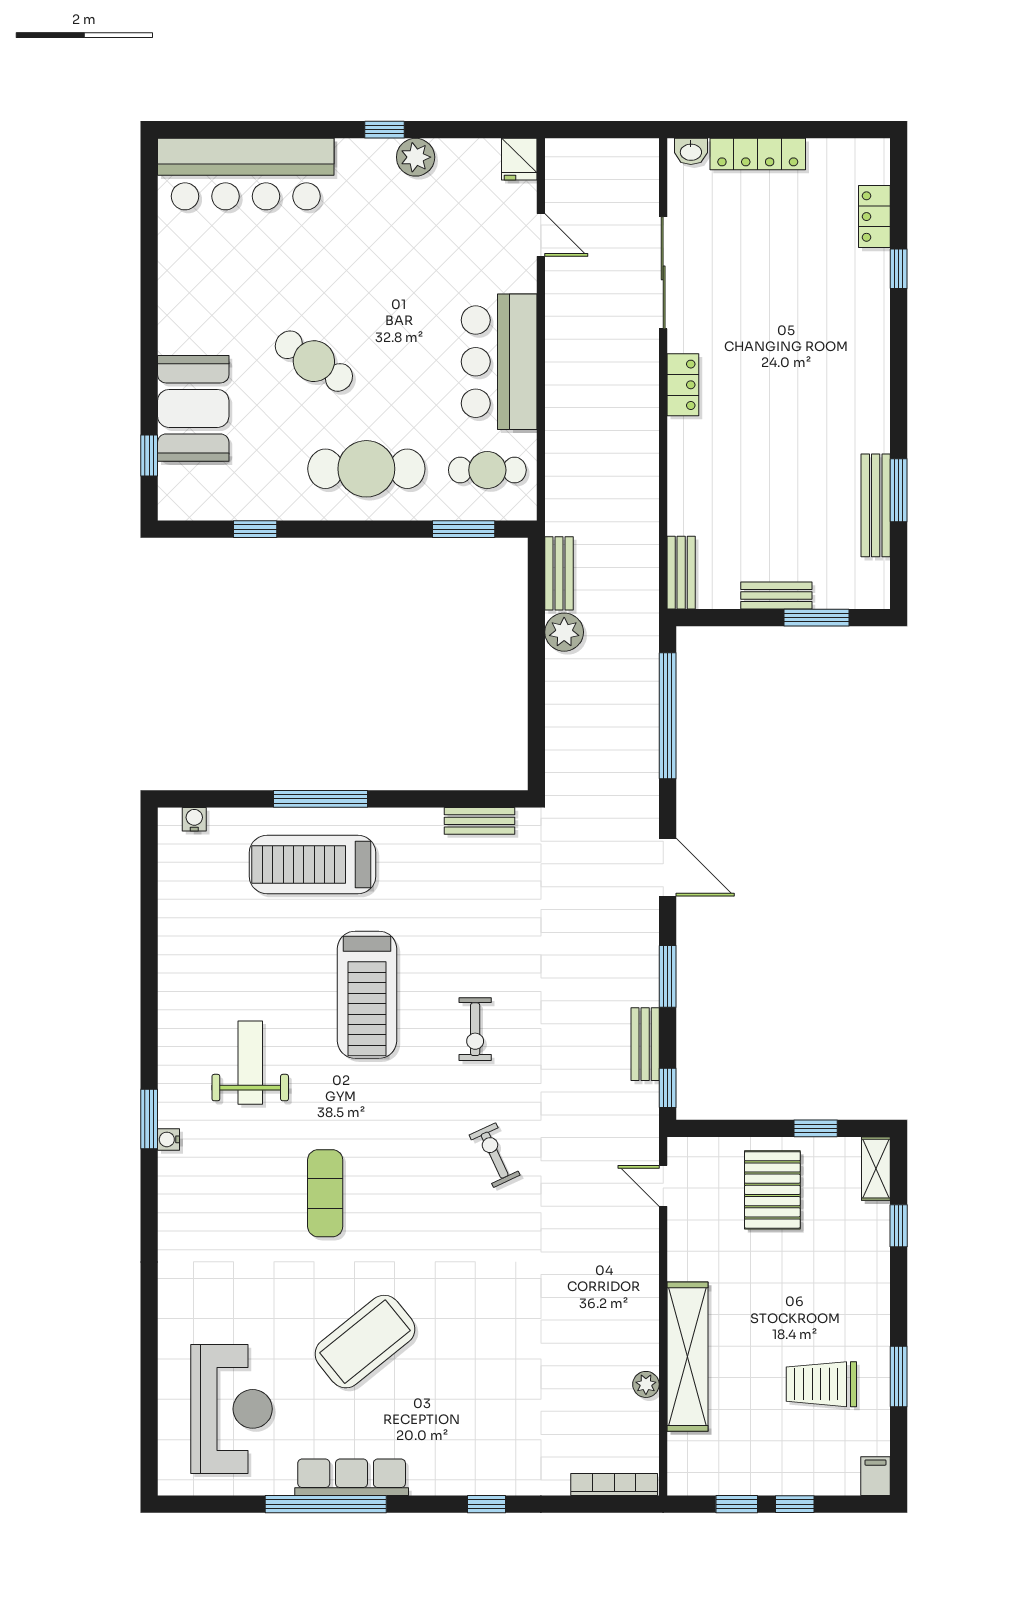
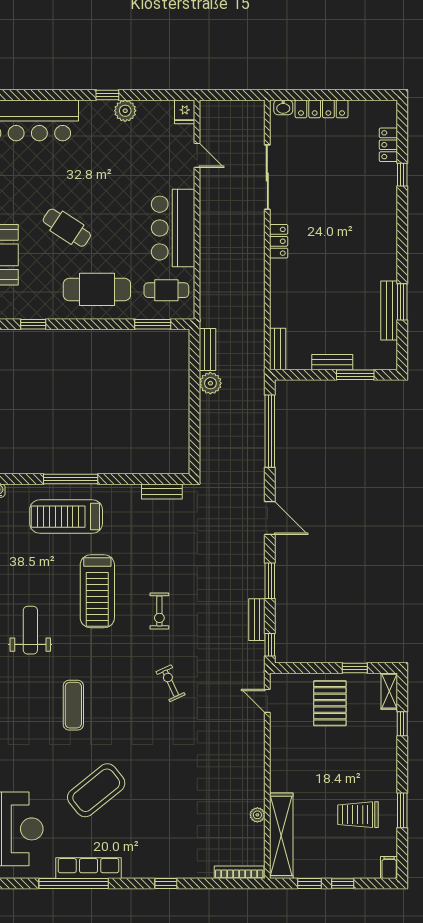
shelving: (688, 1357) -> (281, 836), moved

